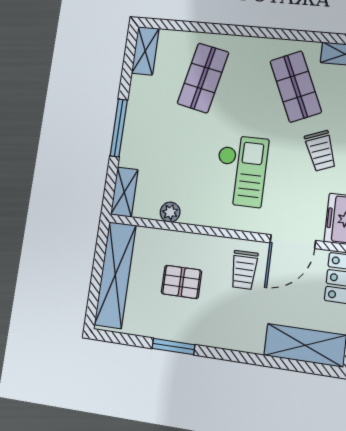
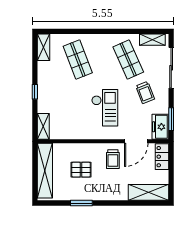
shop shelf: (203, 78) -> (78, 59), turned -33
window: (119, 128) -> (35, 92), width x0.46
plant: (170, 212) -> (70, 134), removed

